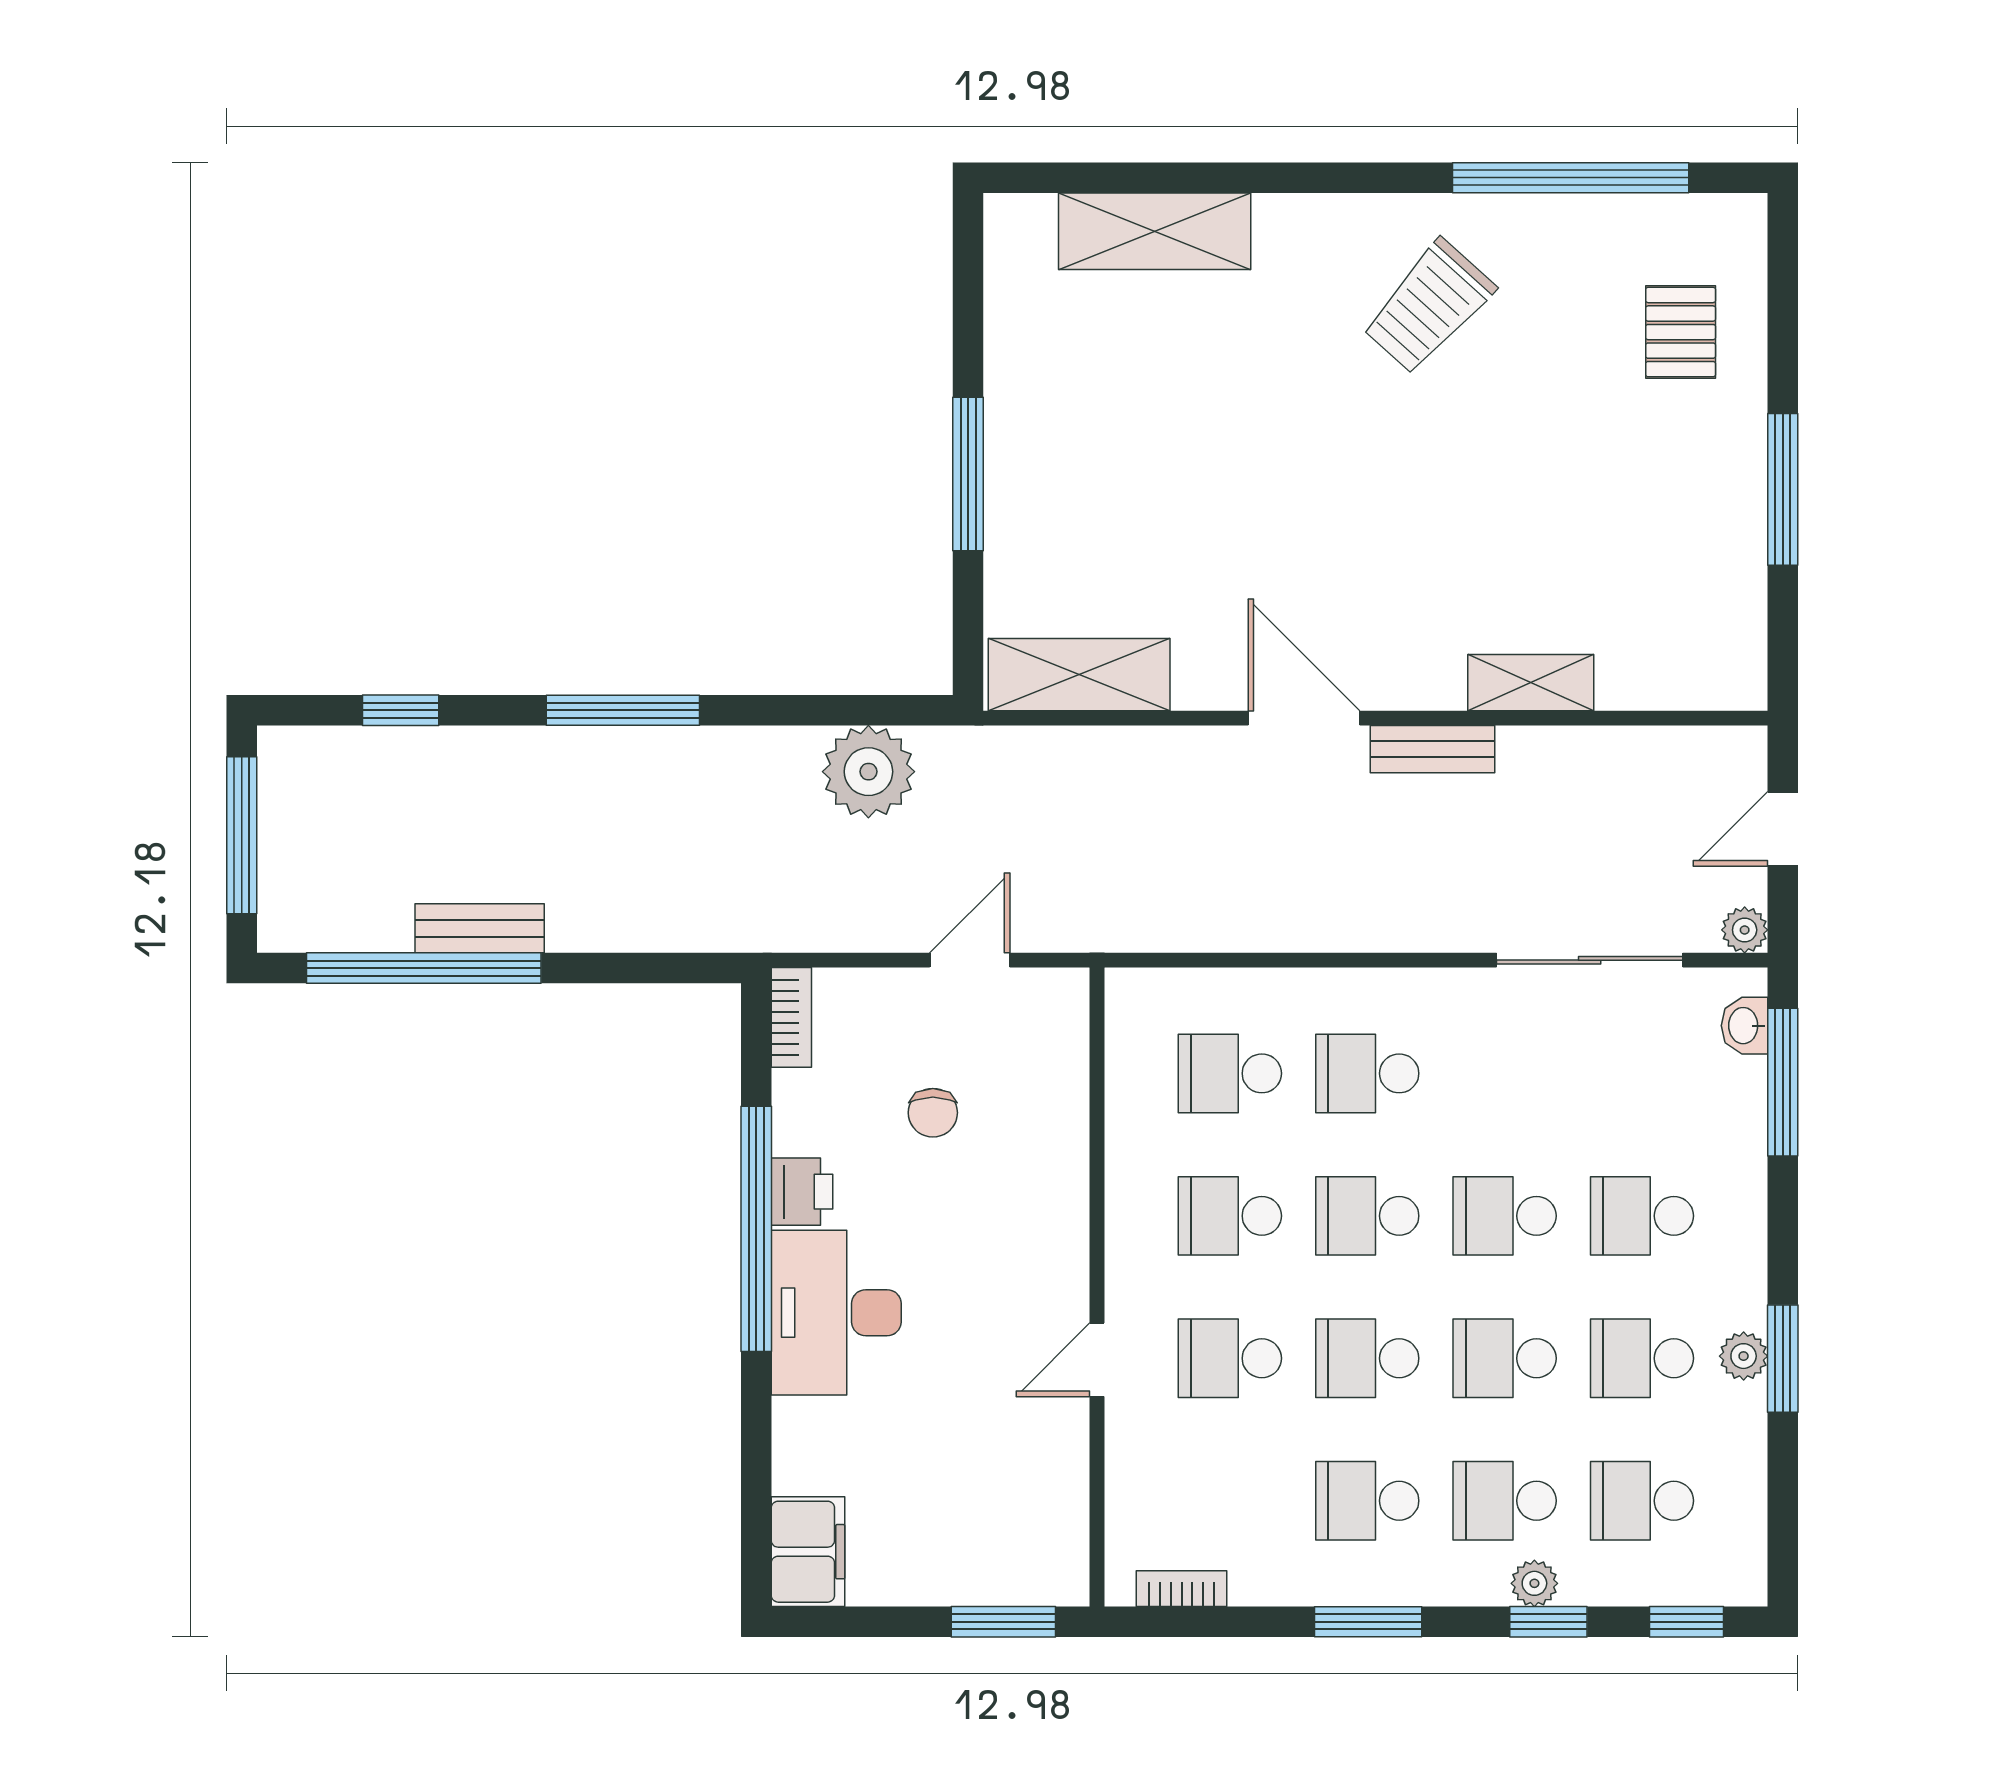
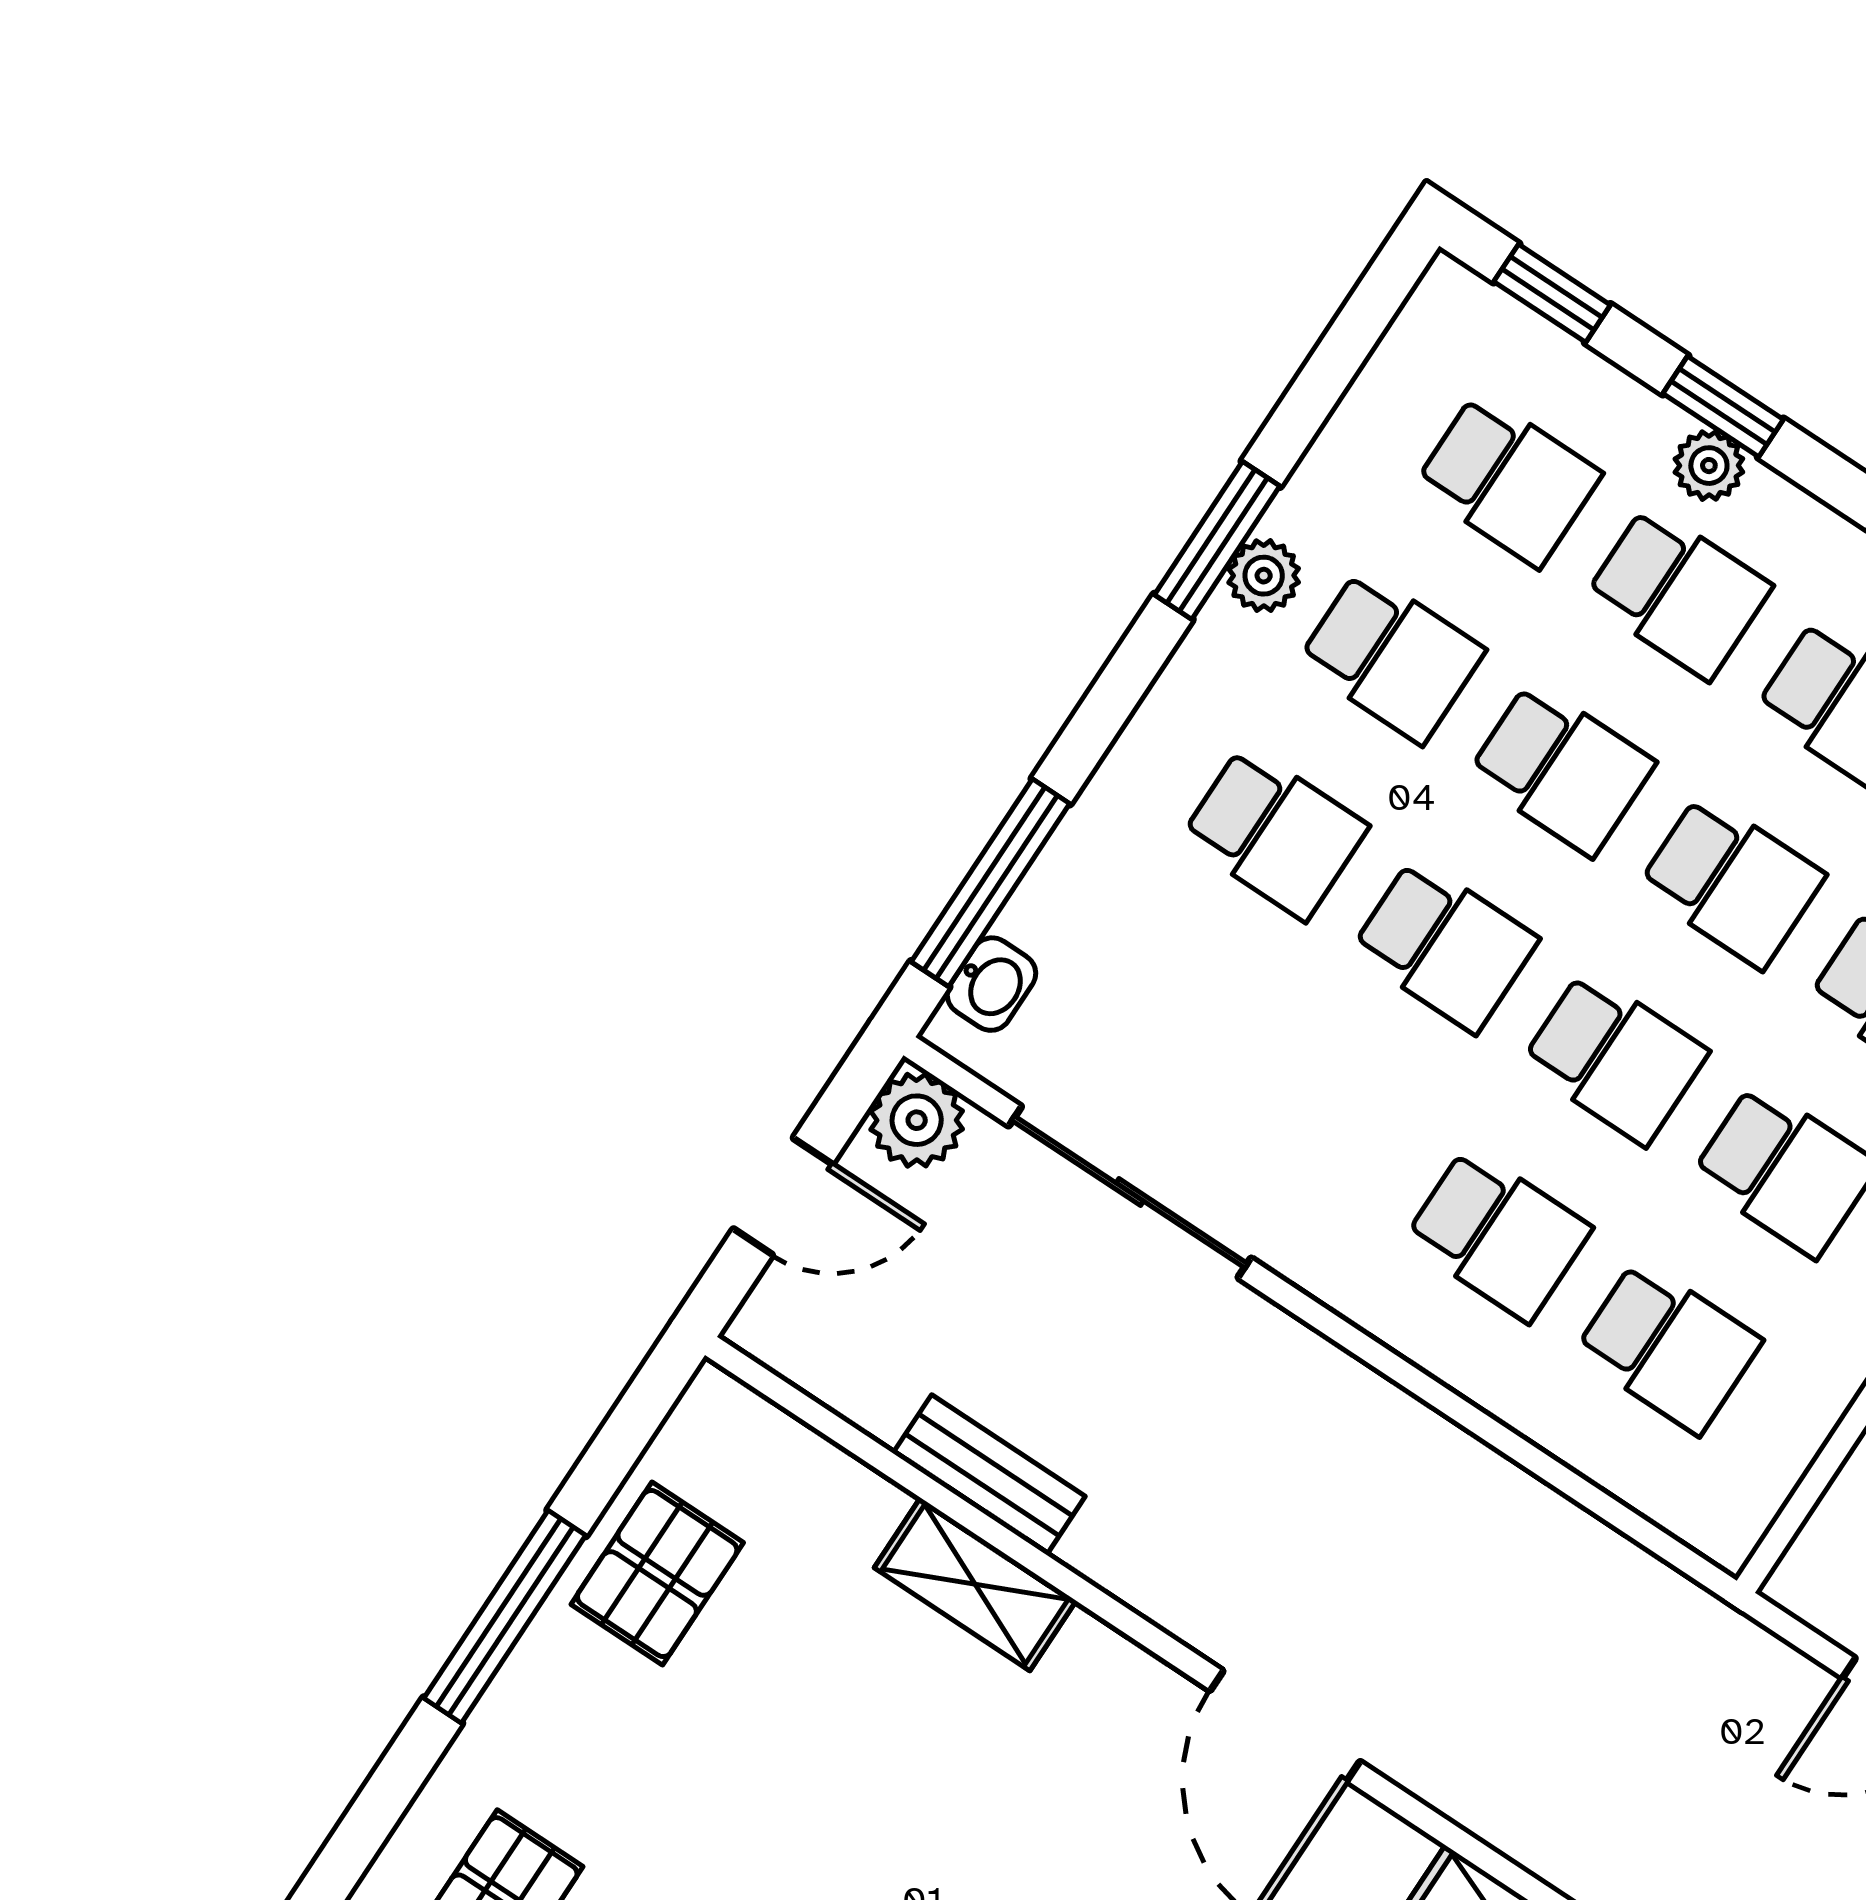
pallet: (1713, 570) -> (657, 1573), added
bench: (1433, 749) -> (989, 1475), moved
plant: (1745, 930) -> (917, 1120), width x1.38, depth x1.38

